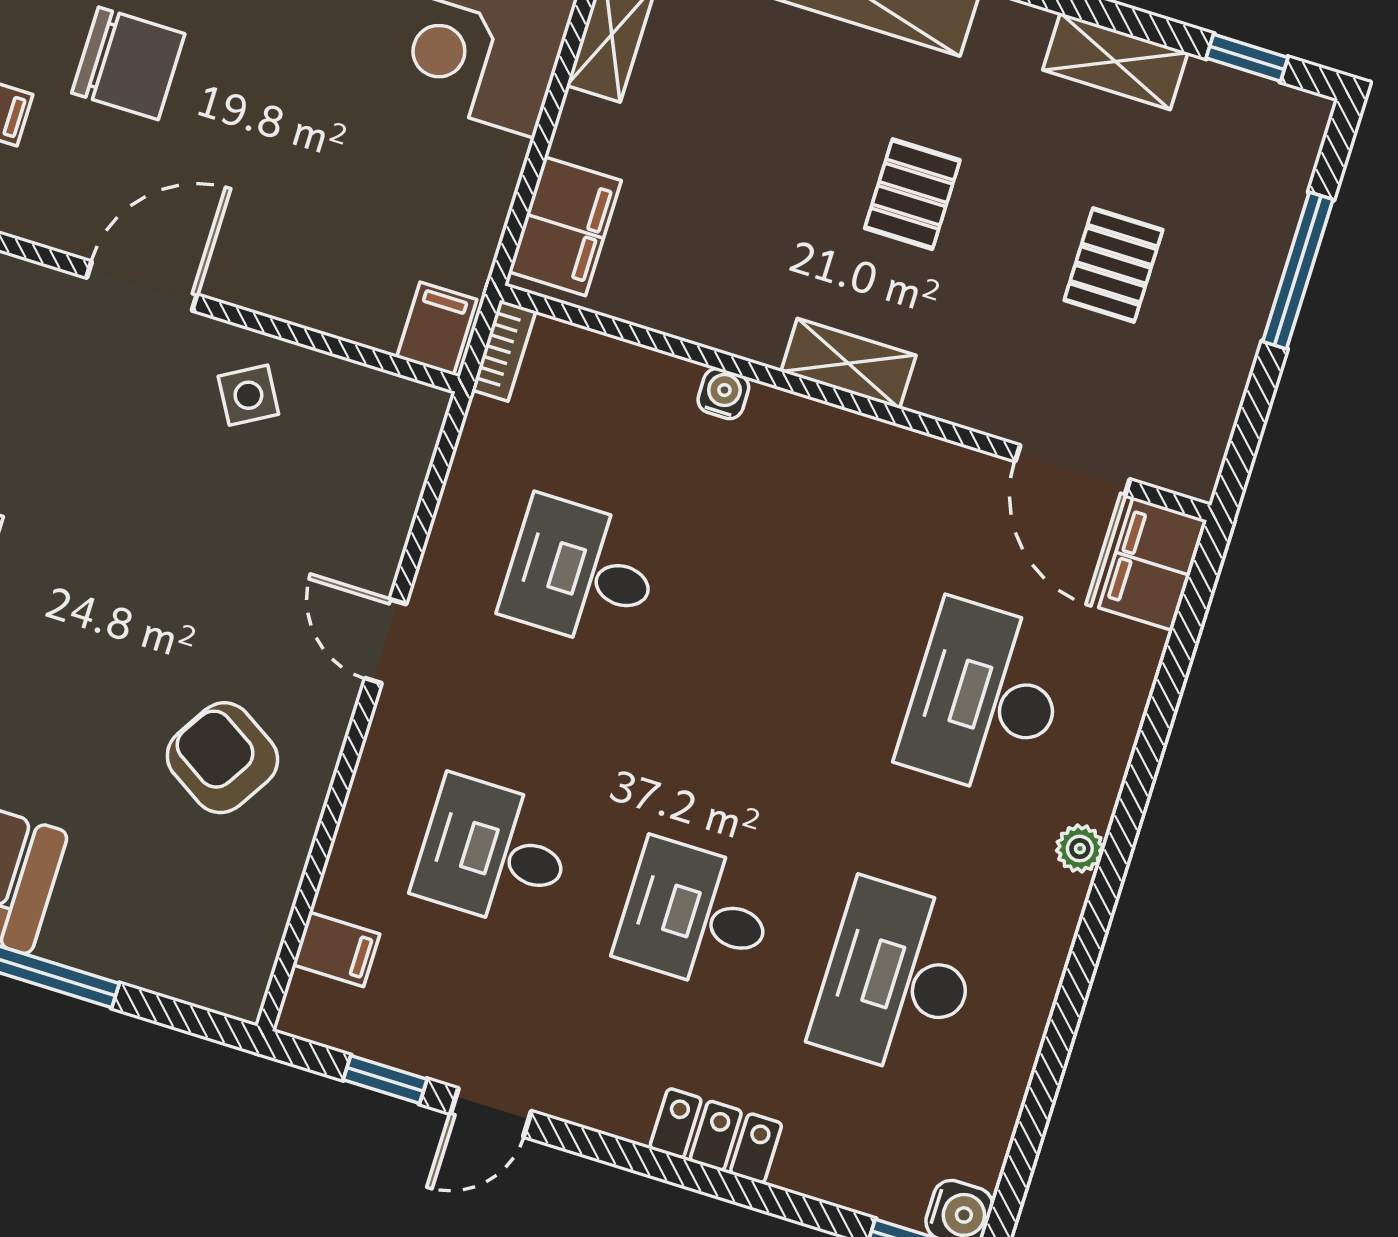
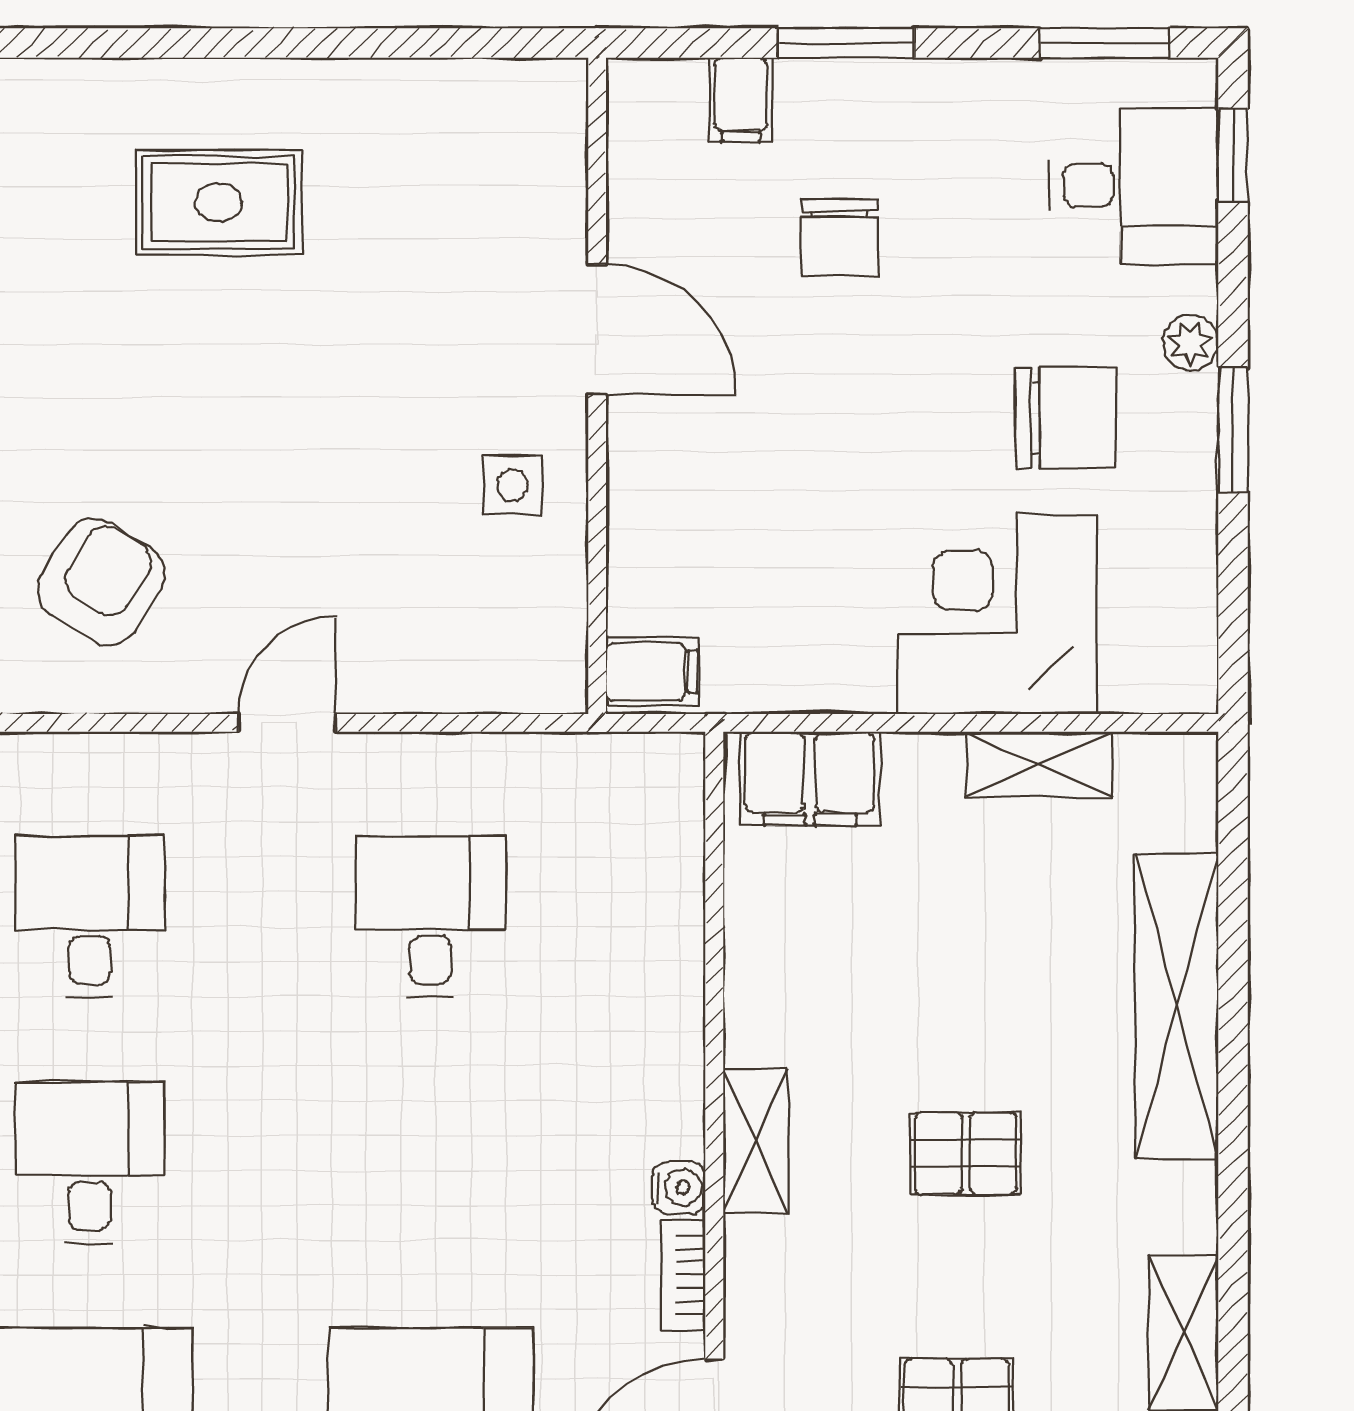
chair: (128, 63) -> (840, 237), width x0.73, depth x0.73
bookcase: (504, 351) -> (683, 1275), moved, turned 90
water cooler: (723, 394) -> (679, 1188), moved
side table: (248, 395) -> (513, 485), turned 30

